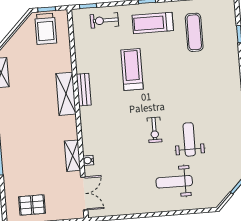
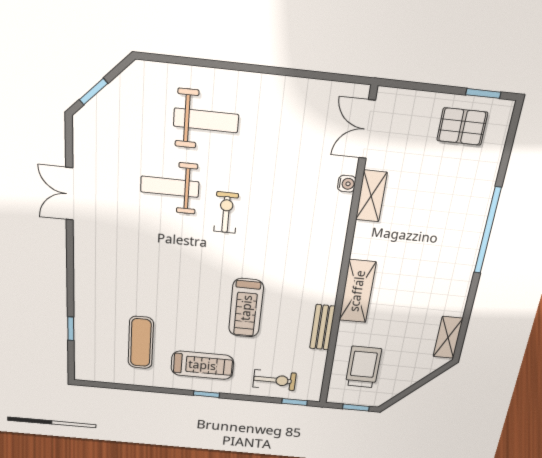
trolley: (46, 29) -> (363, 367), moved
bench: (84, 90) -> (322, 327), moved
weight bench: (189, 139) -> (170, 187), turned 90

